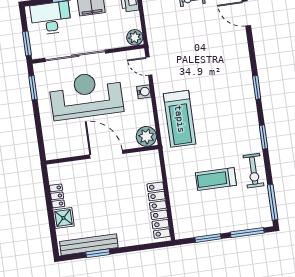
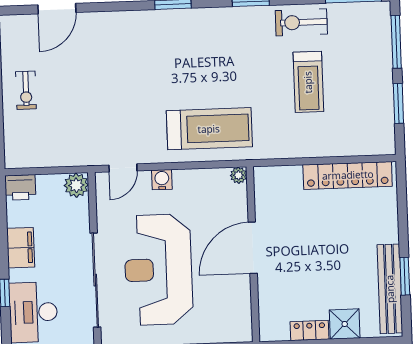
plant: (146, 136) -> (238, 175), width x0.53, depth x0.53
exercise bike: (254, 171) -> (301, 22), turned 180

